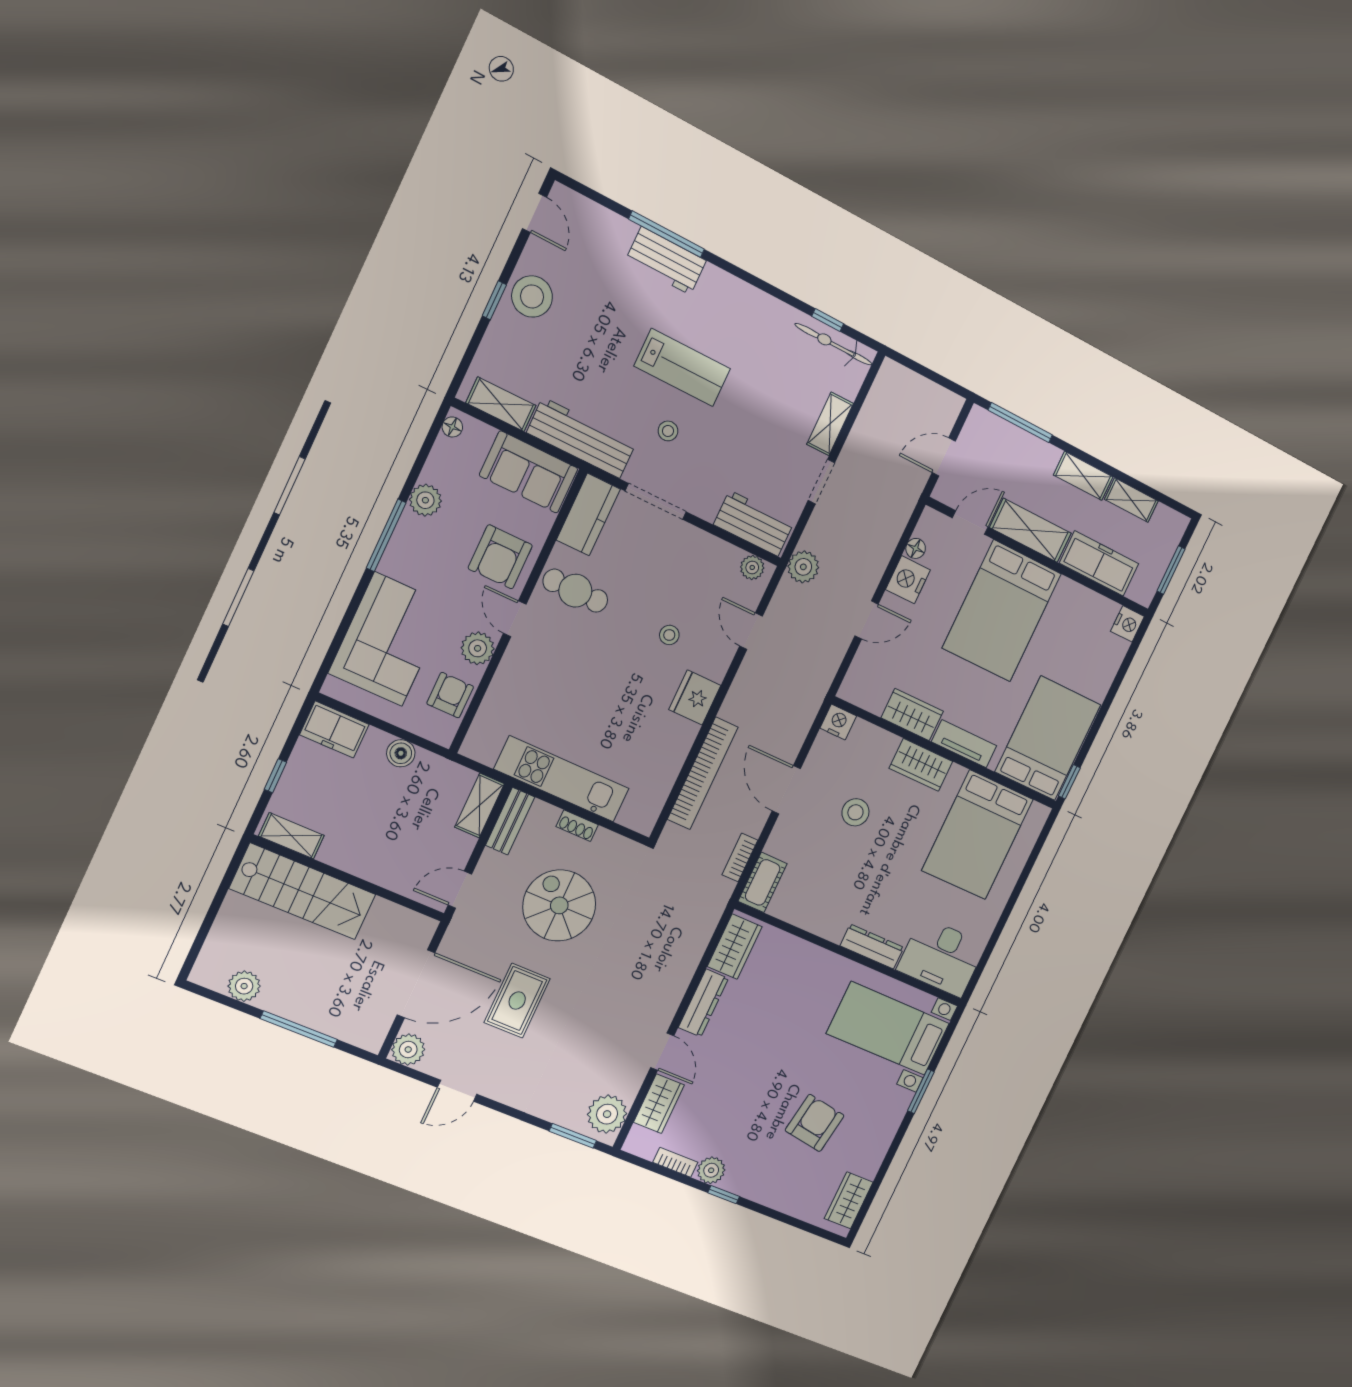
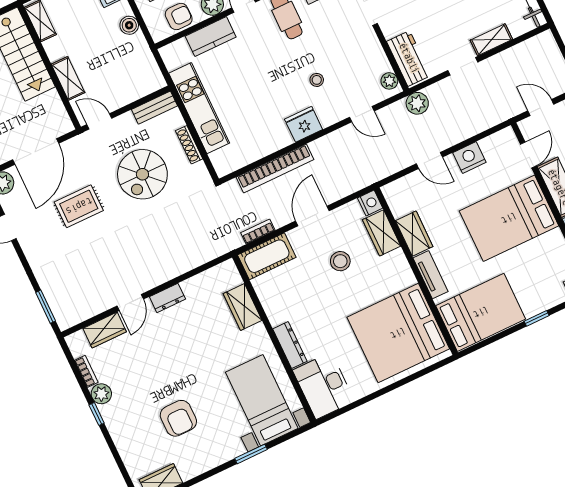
door: (970, 522) -> (528, 155), hinge flipped
floor lamp: (916, 548) -> (487, 144), removed
door: (751, 631) -> (362, 114), swing flipped
kitchen counter: (507, 687) -> (211, 37), added
wardrobe: (921, 765) -> (382, 233), moved
window: (1069, 782) -> (537, 318), moved
shelving: (480, 805) -> (68, 78), moved, turned 90
shoe rack: (577, 826) -> (189, 145), width x1.43
bed: (978, 835) -> (398, 333), width x1.36
cot: (763, 882) -> (267, 256), width x1.37, depth x1.34
spiral stairs: (559, 905) -> (142, 174), turned 180
wardrobe: (735, 947) -> (243, 307), moved, turned 90
door: (416, 984) -> (36, 152), hinge flipped
dresser: (703, 1003) -> (167, 298), width x0.70
plant: (607, 1114) -> (73, 311), removed
armchair: (815, 1123) -> (178, 418), turned 81

